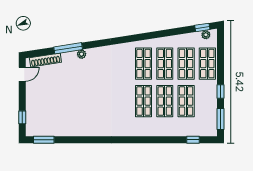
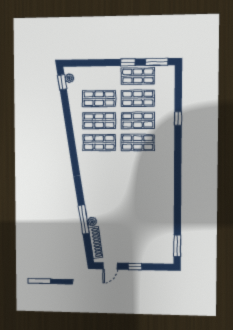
plant: (82, 54) -> (92, 222), moved
shop shelf: (207, 64) -> (138, 76), moved
door: (22, 74) -> (110, 266), swing flipped
window: (22, 117) -> (135, 267), moved
window: (193, 140) -> (178, 118), moved

